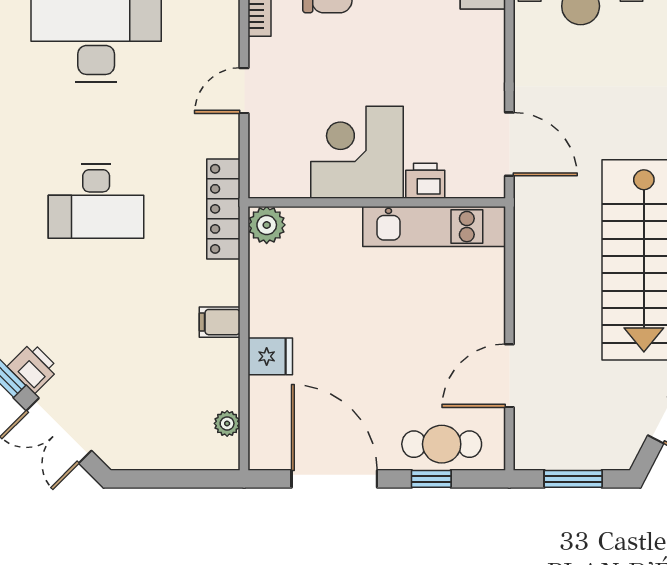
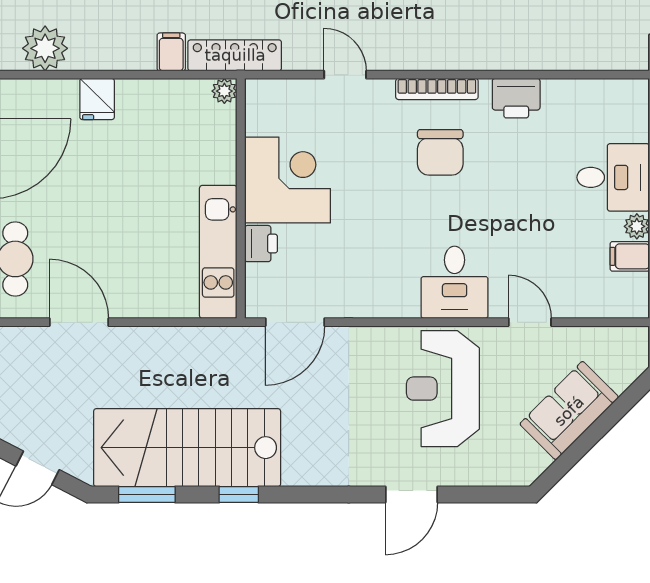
plant: (267, 225) -> (224, 91), width x0.73, depth x0.73
filing cabinet: (220, 322) -> (171, 52), moved
plant: (227, 423) -> (45, 48), width x1.88, depth x1.88

